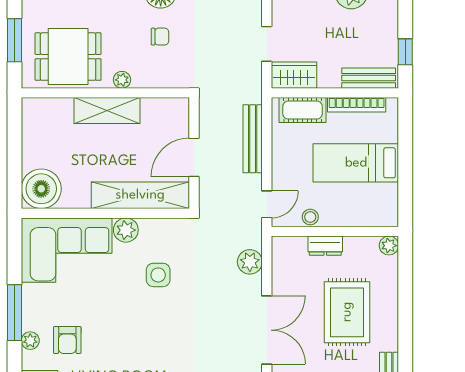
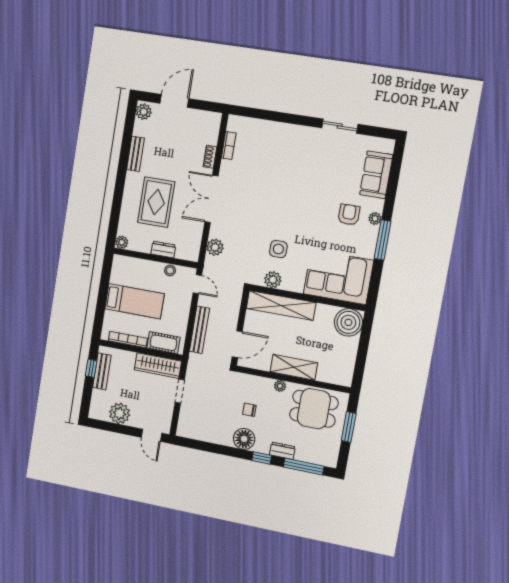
wardrobe: (294, 75) -> (158, 365), width x1.50
bench: (369, 78) -> (102, 371), moved, turned 90
door: (194, 157) -> (237, 344), moved
door: (267, 204) -> (197, 284), swing flipped
plant: (126, 230) -> (273, 280), moved

